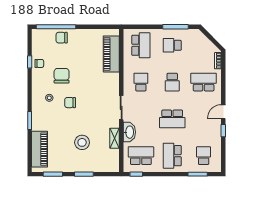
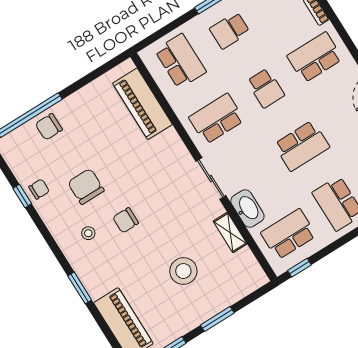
school desk: (141, 82) -> (217, 119), width x1.85

